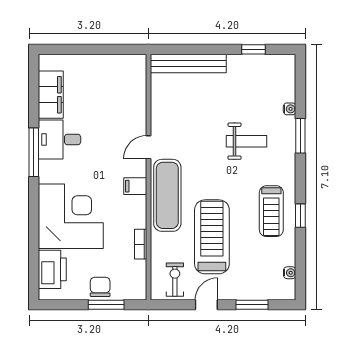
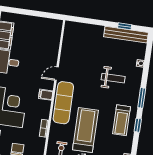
bench: (188, 63) -> (126, 35), moved
window: (300, 136) -> (142, 98), moved

